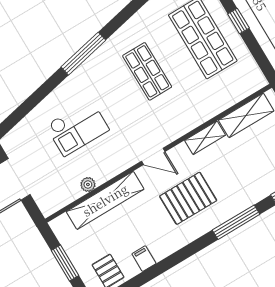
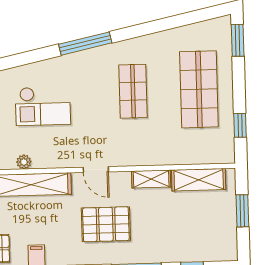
window: (238, 21) -> (240, 125), moved

